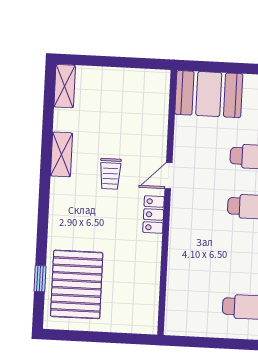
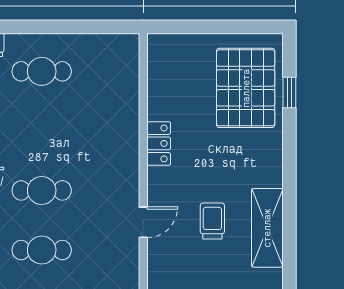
shelving: (61, 154) -> (267, 228), width x1.50, depth x1.33
locker: (154, 214) -> (159, 143), moved

